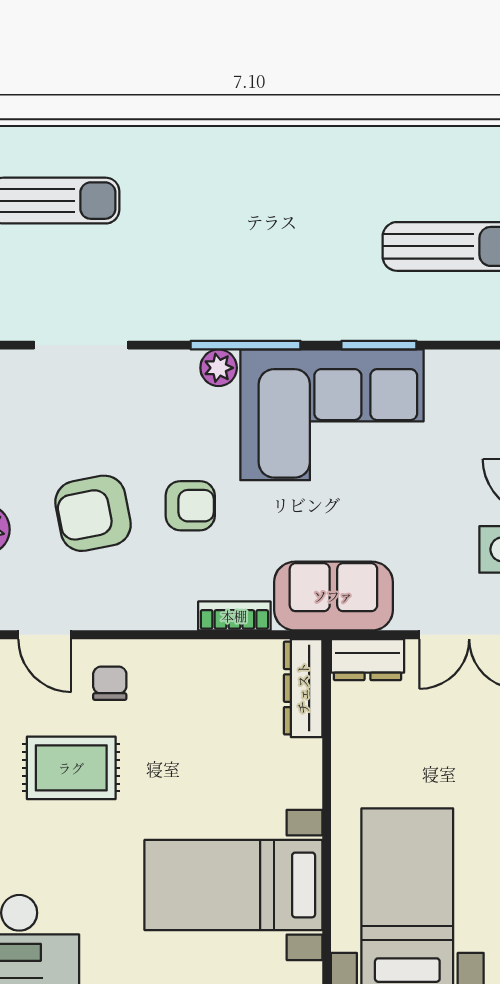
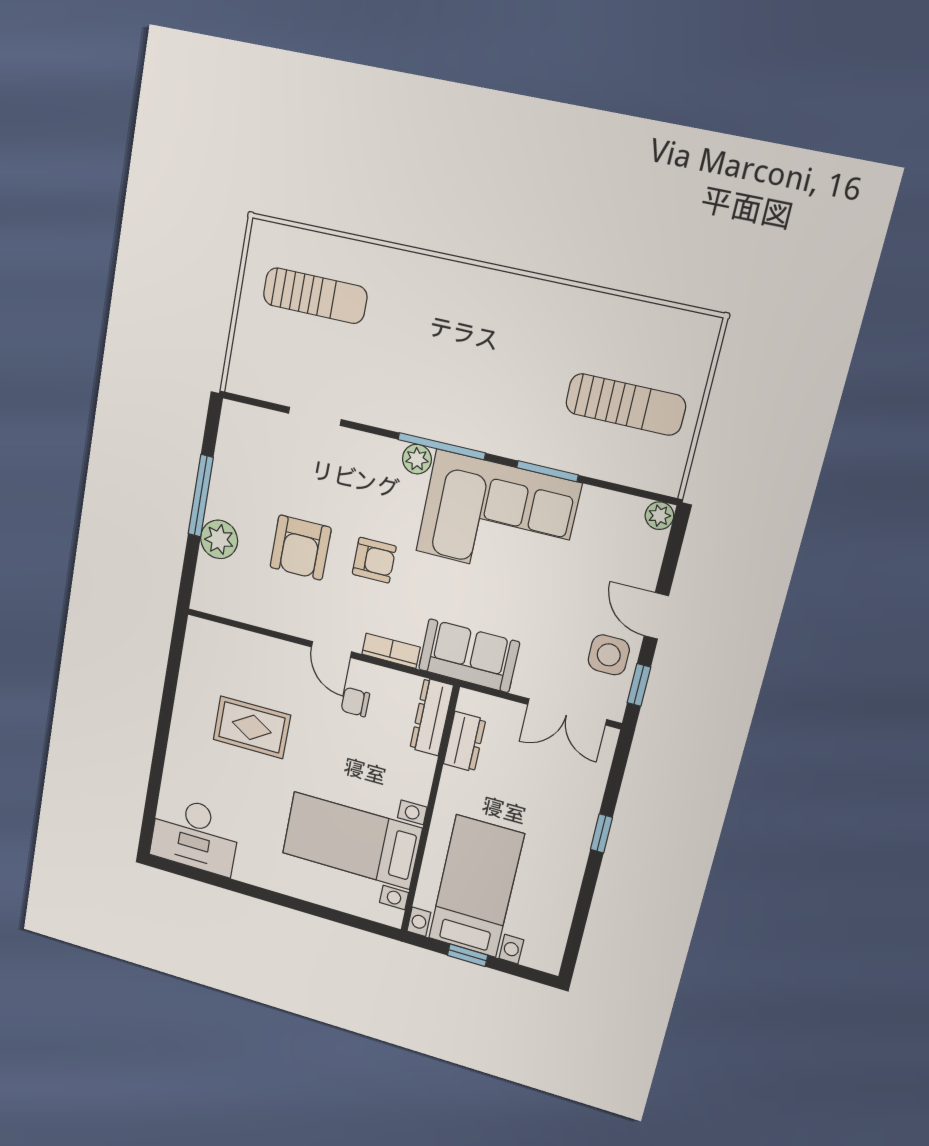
doorway: (81, 345) -> (315, 416), width x0.73
armchair: (93, 513) -> (300, 548), turned -79
door: (45, 635) -> (331, 649), moved
dresser: (367, 660) -> (464, 742), moved, turned -90
chair: (110, 683) -> (355, 702), moved, turned -90

